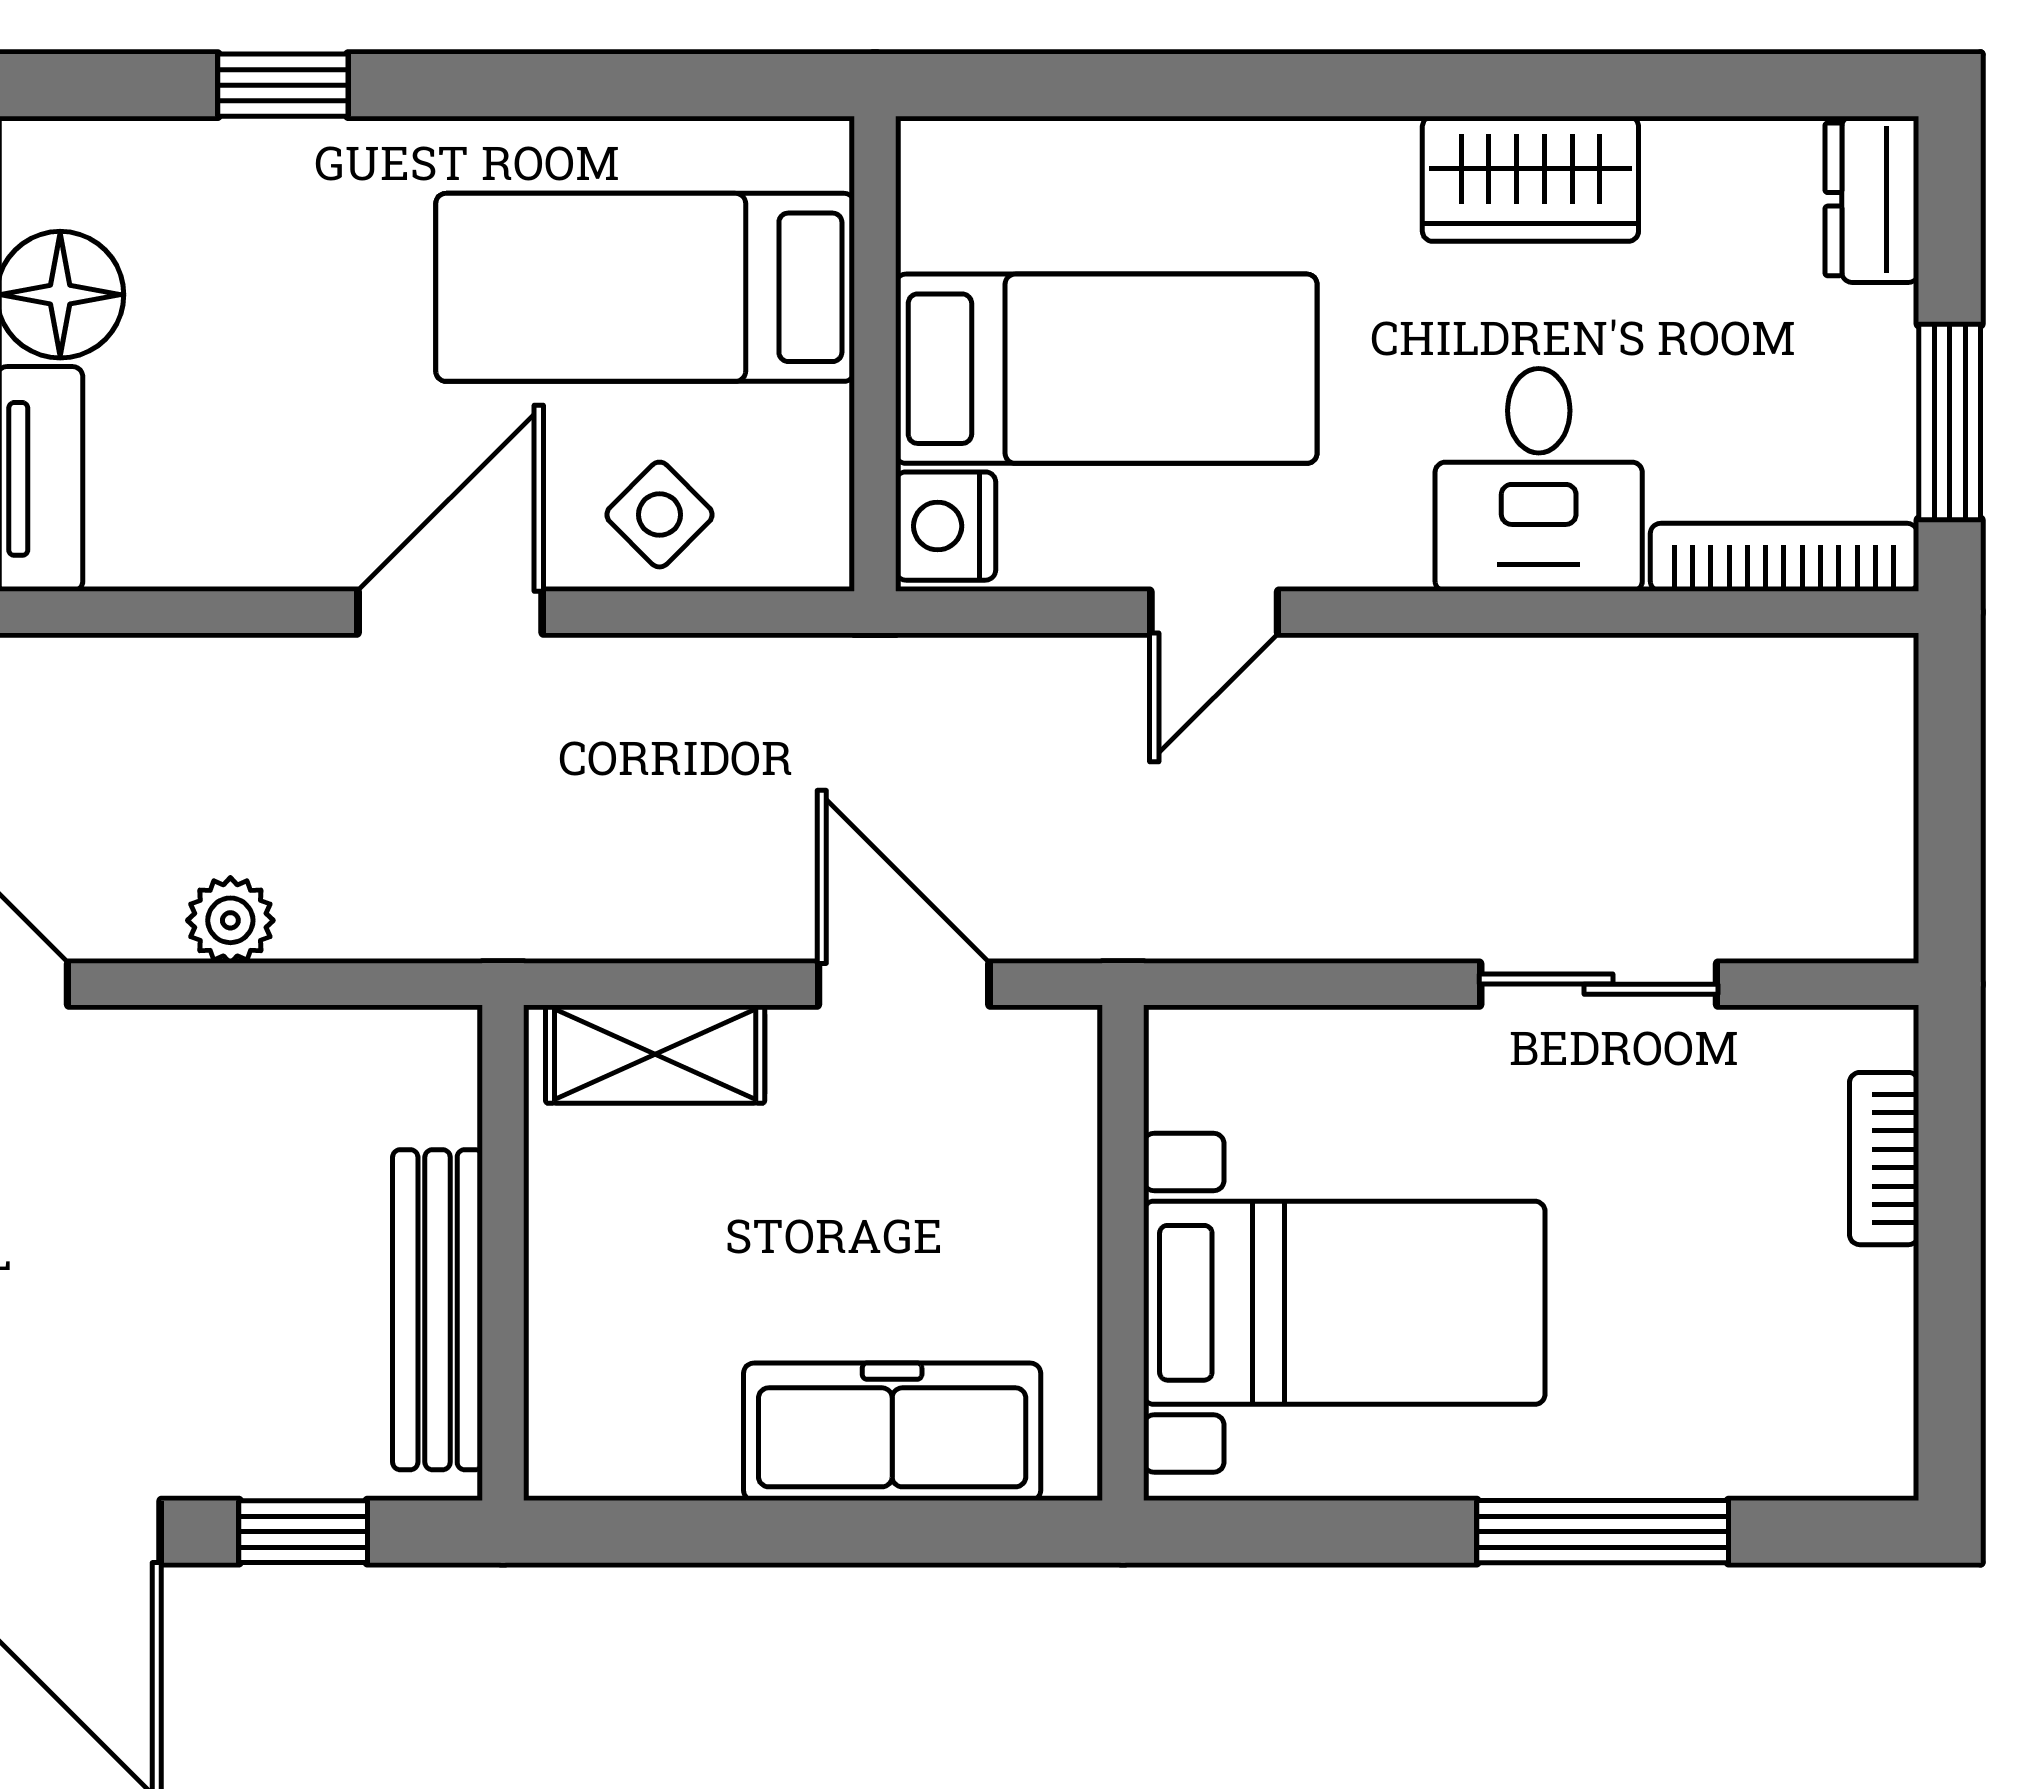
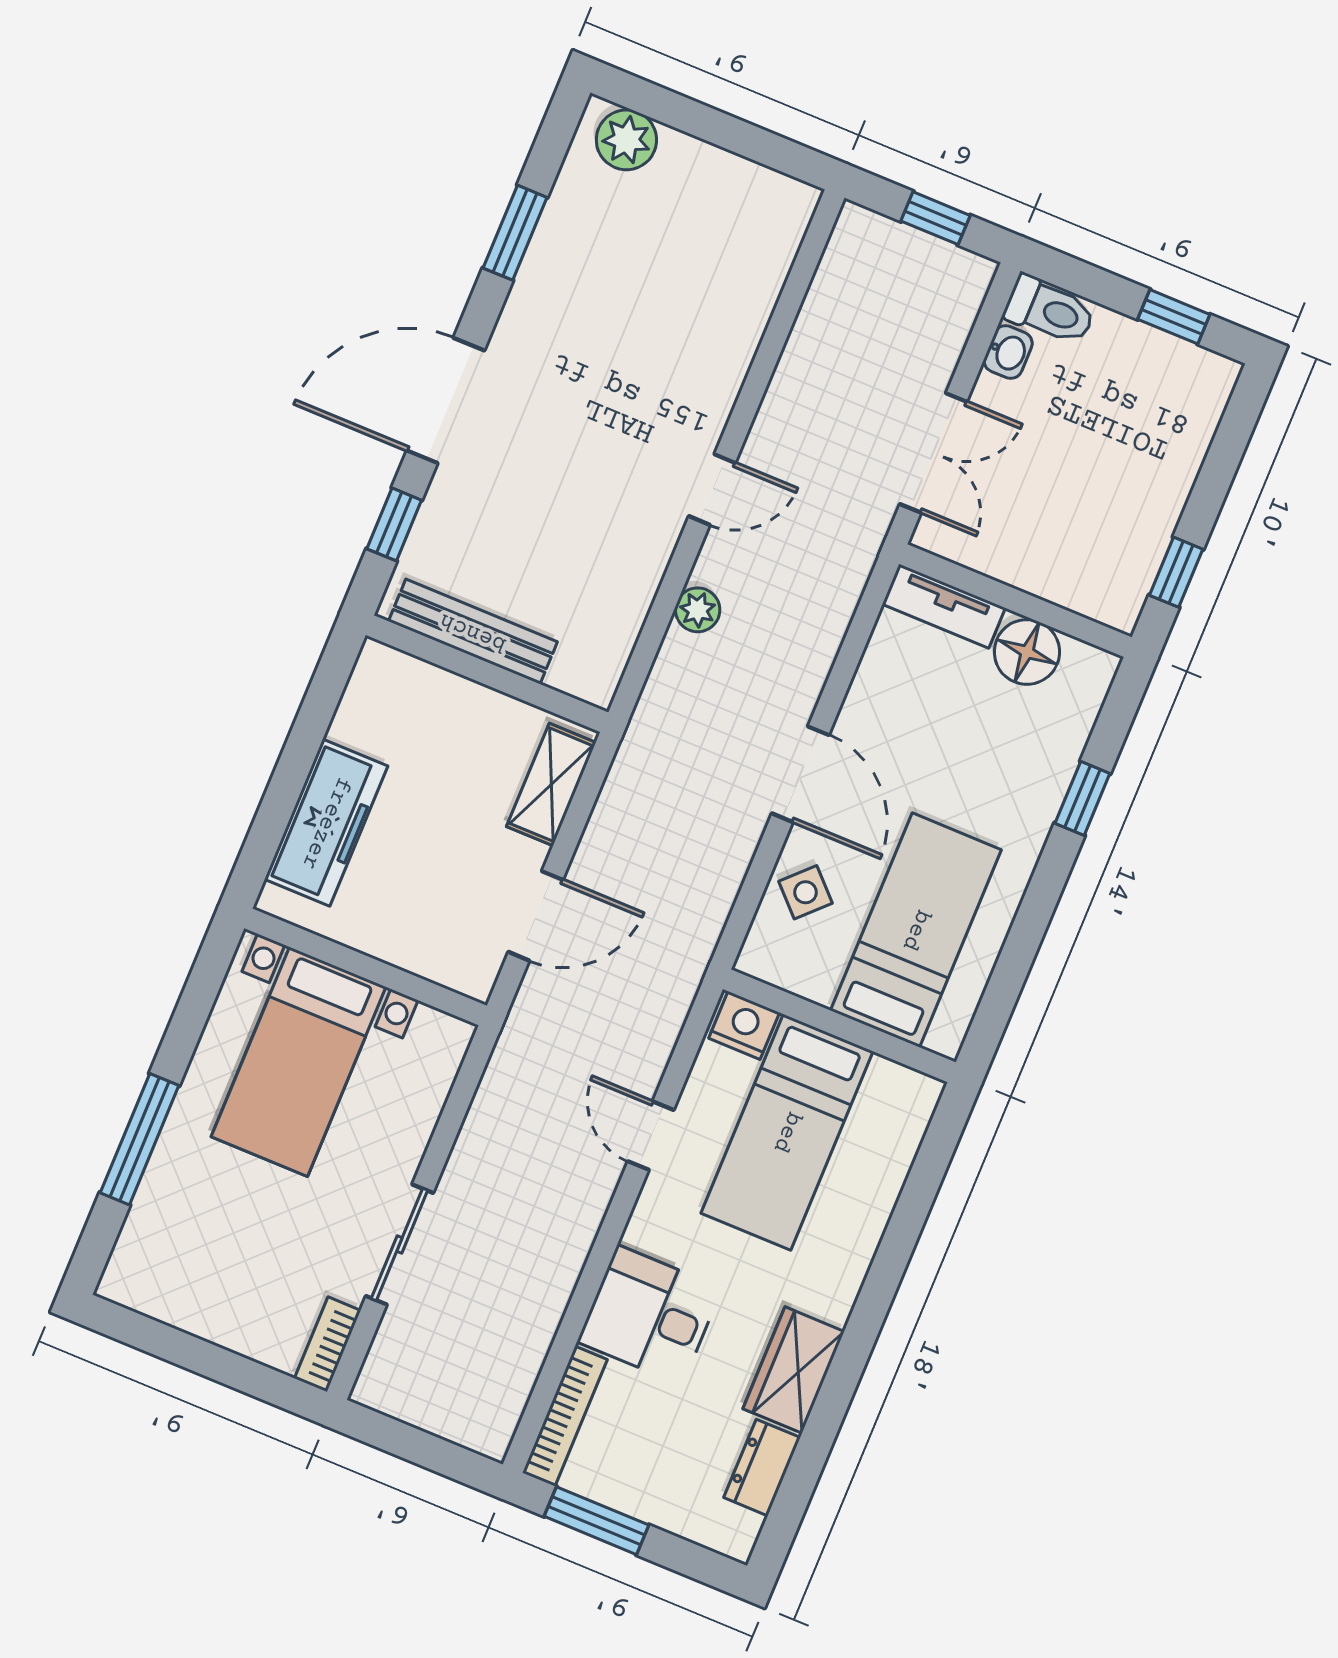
dresser: (1872, 199) -> (762, 1468), moved, turned -90
bookcase: (1884, 1159) -> (328, 1344), moved, turned -90

